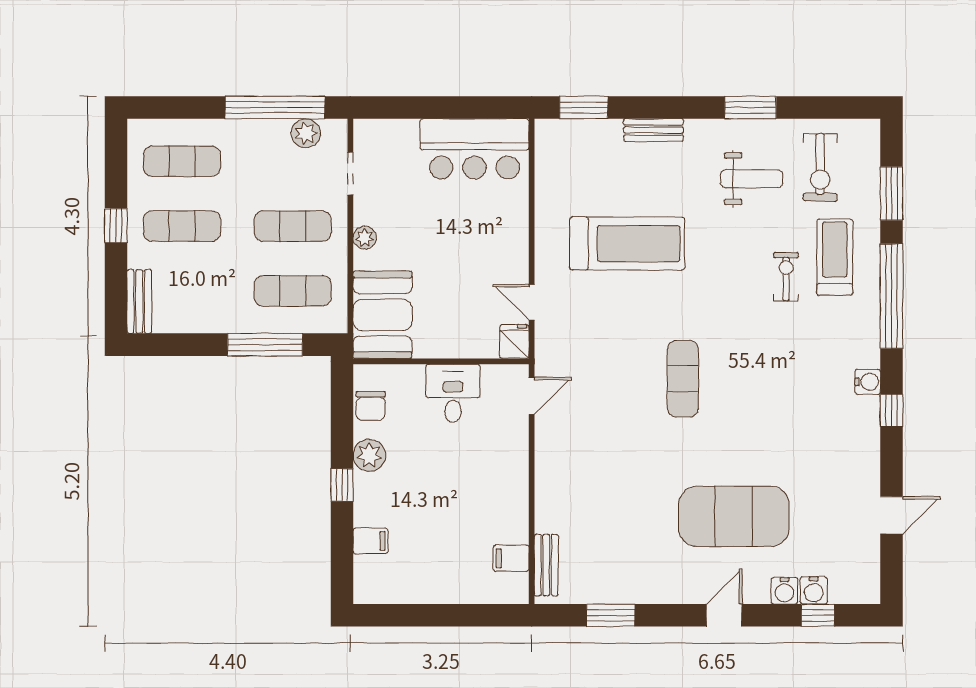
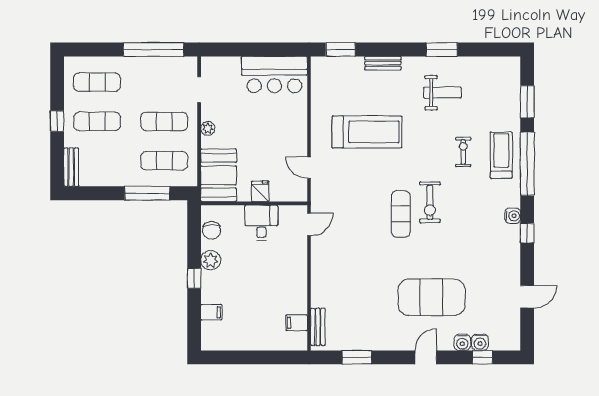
plant: (306, 133) -> (172, 65), removed
exercise bike: (820, 167) -> (430, 202), moved
treadmill: (835, 257) -> (501, 155), moved
fridge: (514, 341) -> (260, 191), moved

